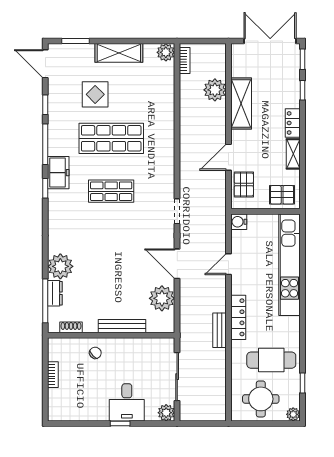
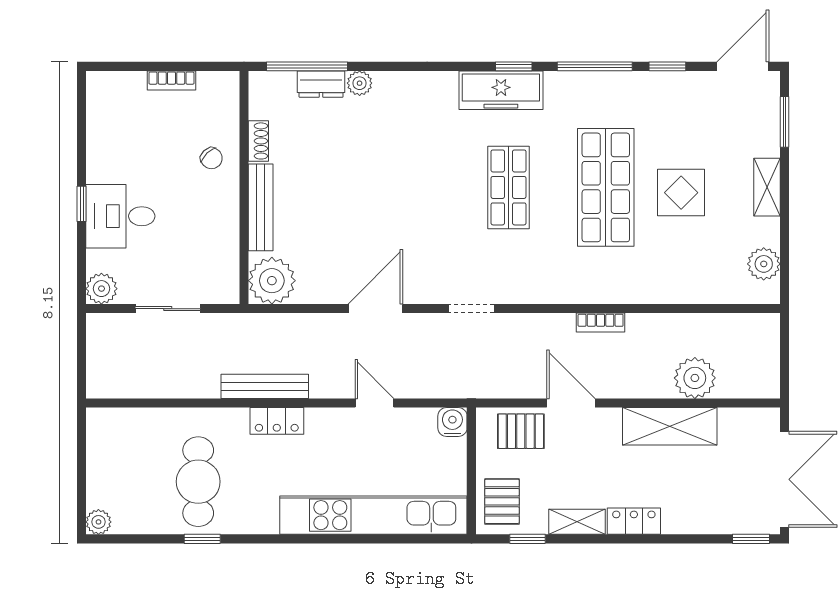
plant: (166, 52) -> (764, 264), moved
shelving: (119, 53) -> (767, 187), width x0.67, depth x0.75
bookcase: (185, 61) -> (601, 323), moved
window: (302, 90) -> (527, 539), moved
display table: (95, 94) -> (681, 193), moved
freezer: (58, 173) -> (501, 90), moved, width x1.40
plant: (60, 266) -> (360, 83), width x0.53, depth x0.53
plant: (162, 298) -> (272, 281), moved
locker: (238, 317) -> (277, 421), width x0.66
shoe rack: (71, 327) -> (258, 141), moved
bench: (219, 330) -> (265, 386), width x1.36
sliding door: (177, 377) -> (168, 309), width x0.73
window: (302, 383) -> (202, 539), moved
round table: (261, 399) -> (127, 462), removed

